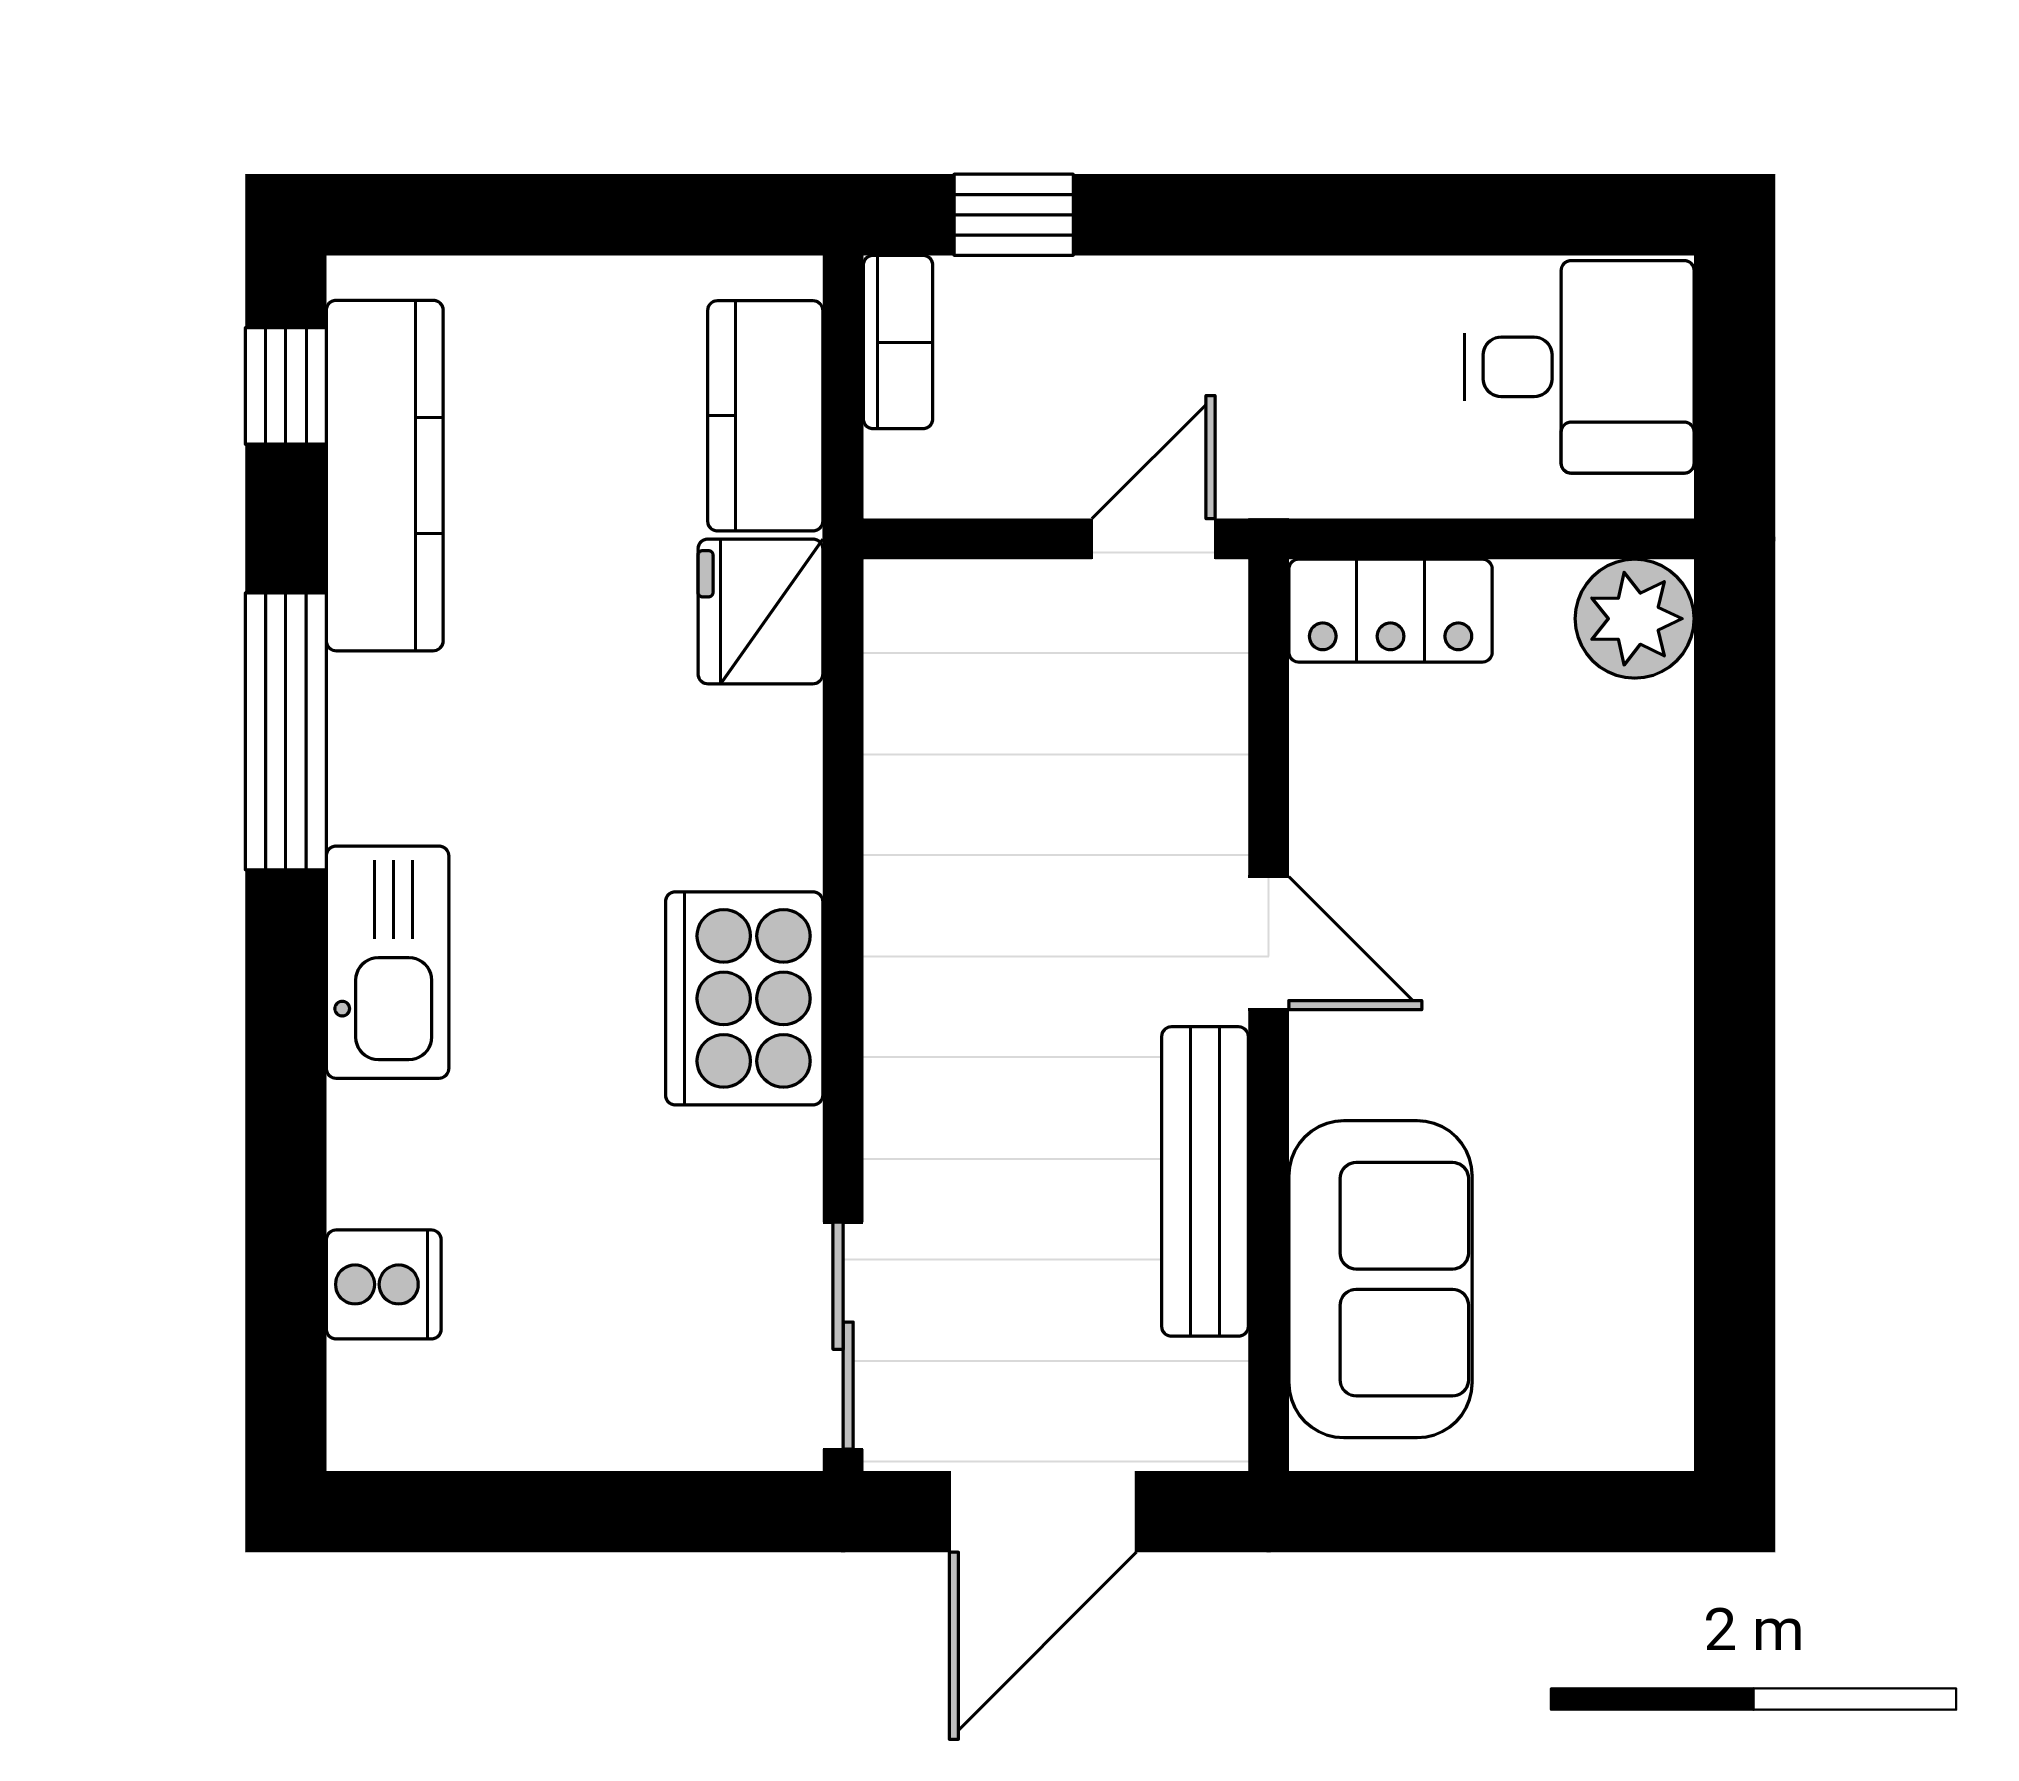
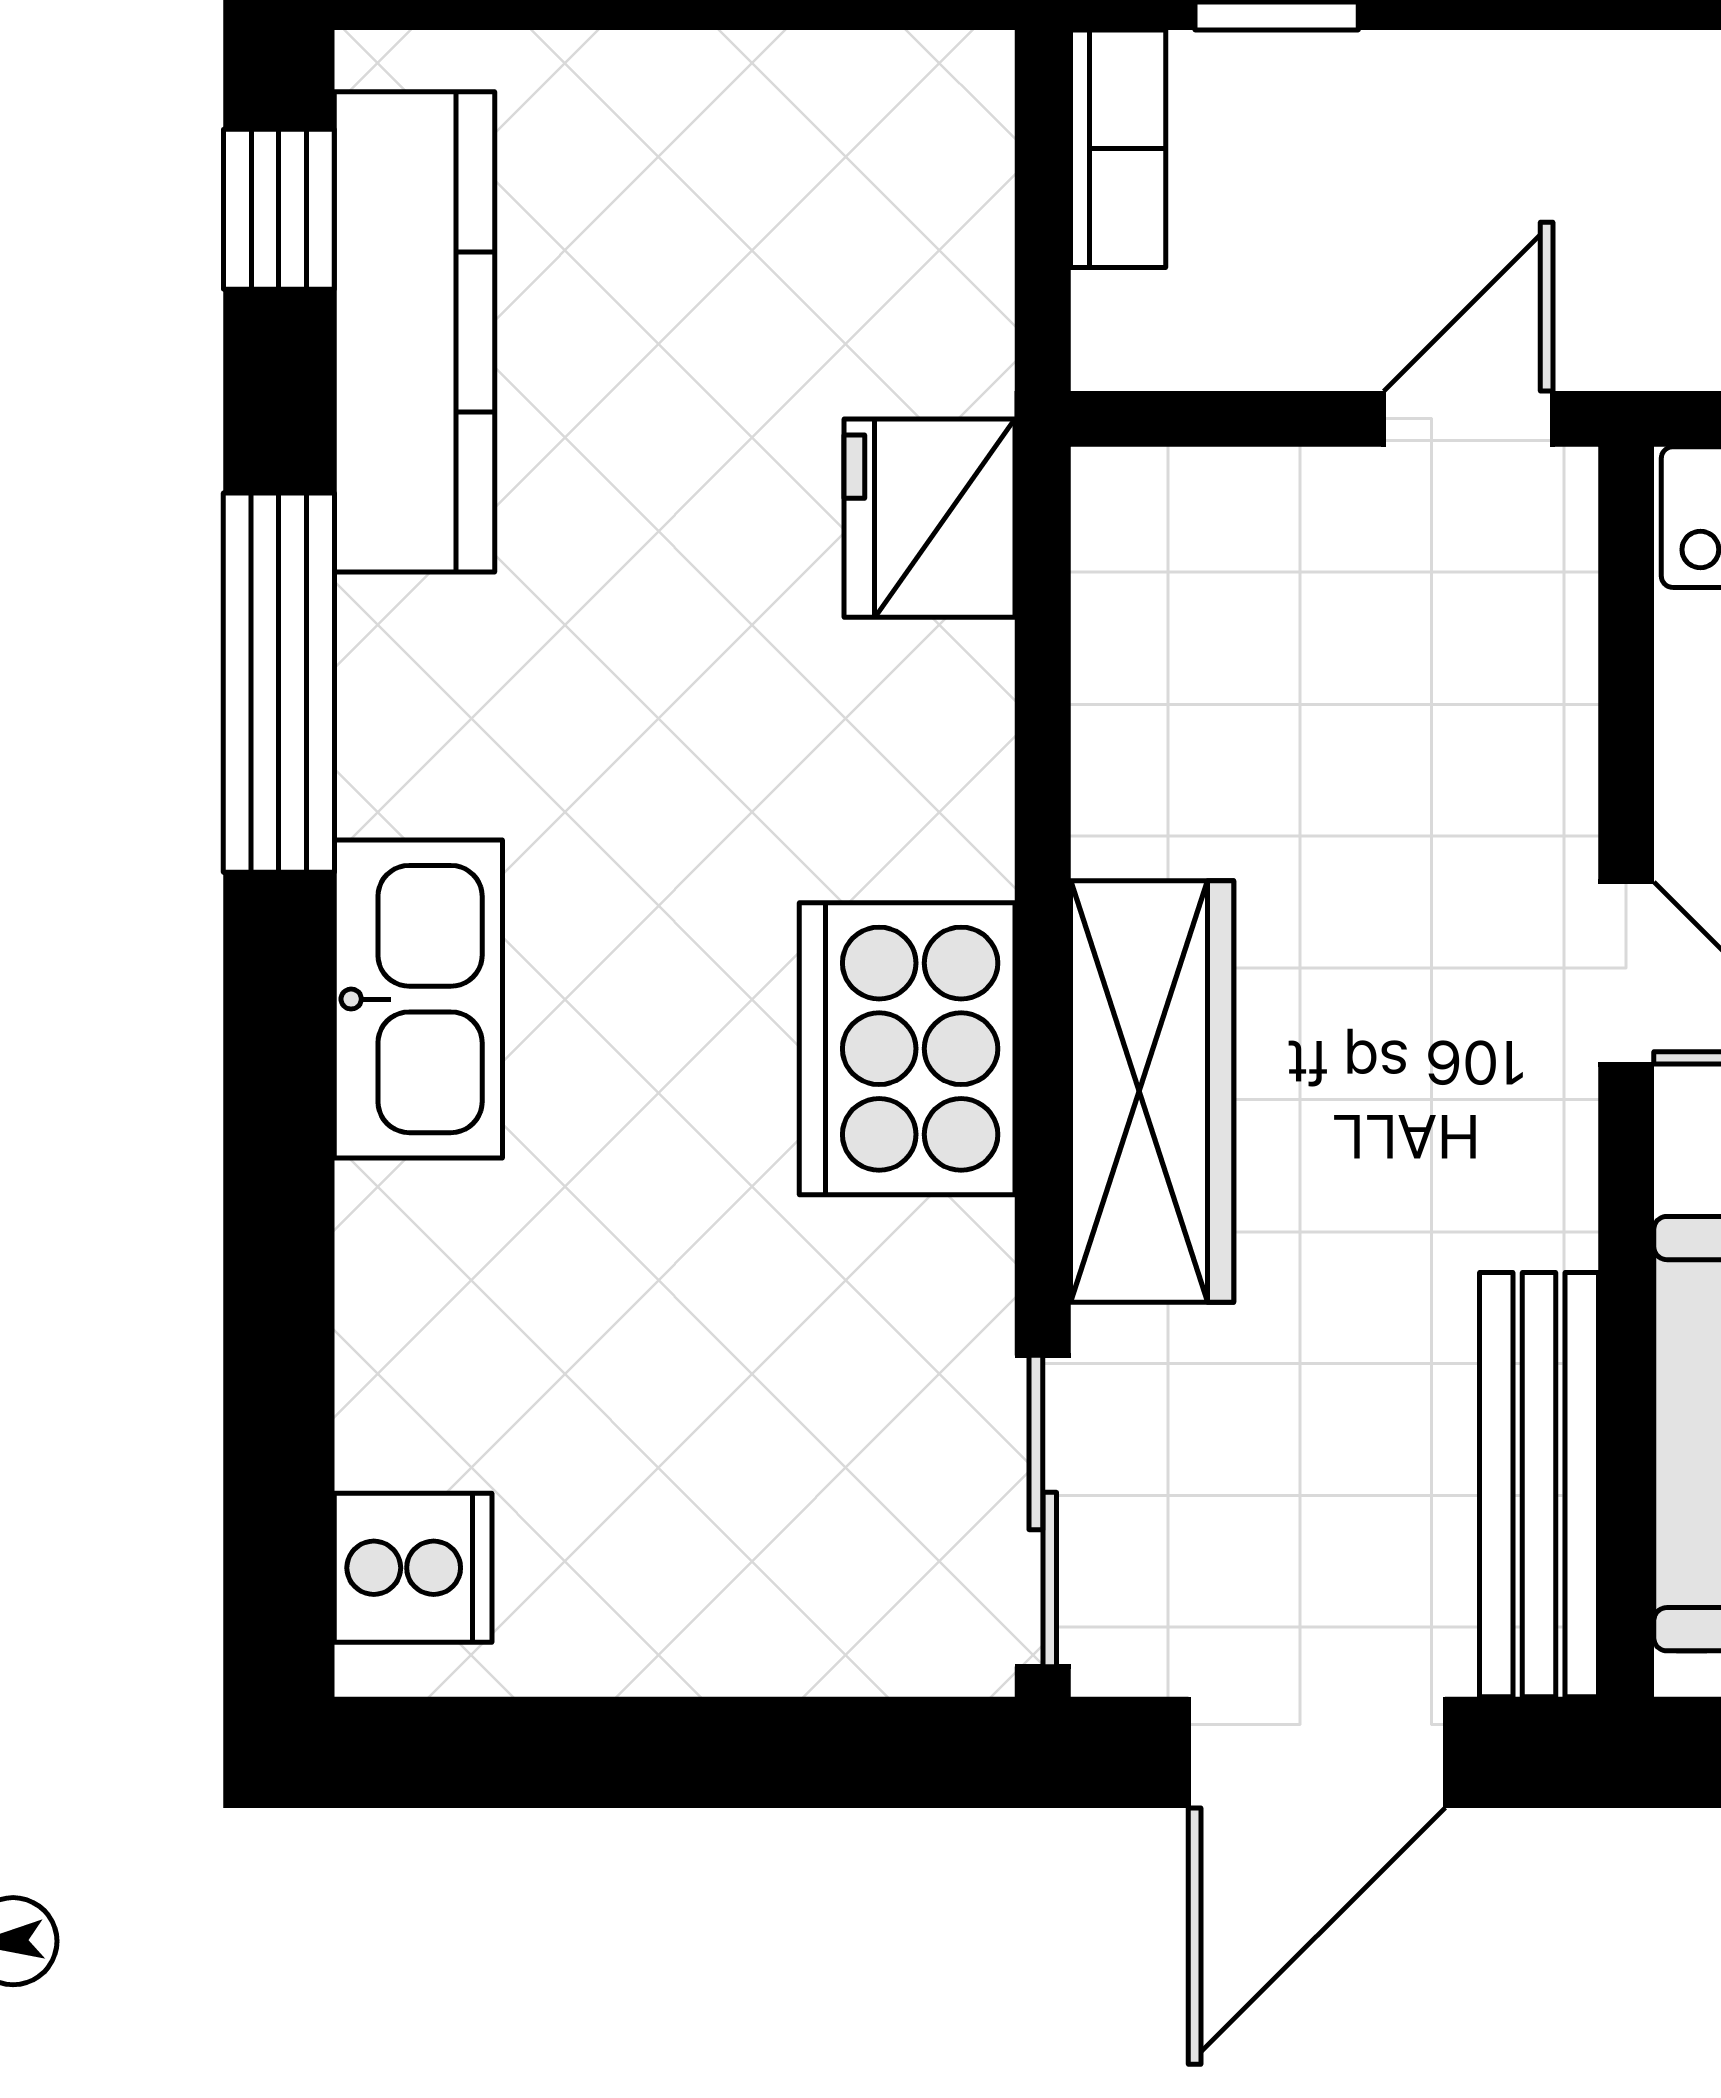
kitchen counter: (765, 416) -> (936, 250), removed
wardrobe: (923, 1030) -> (1152, 1092), added
bench: (1205, 1181) -> (1539, 1485), moved
cooker: (384, 1284) -> (413, 1568), moved

